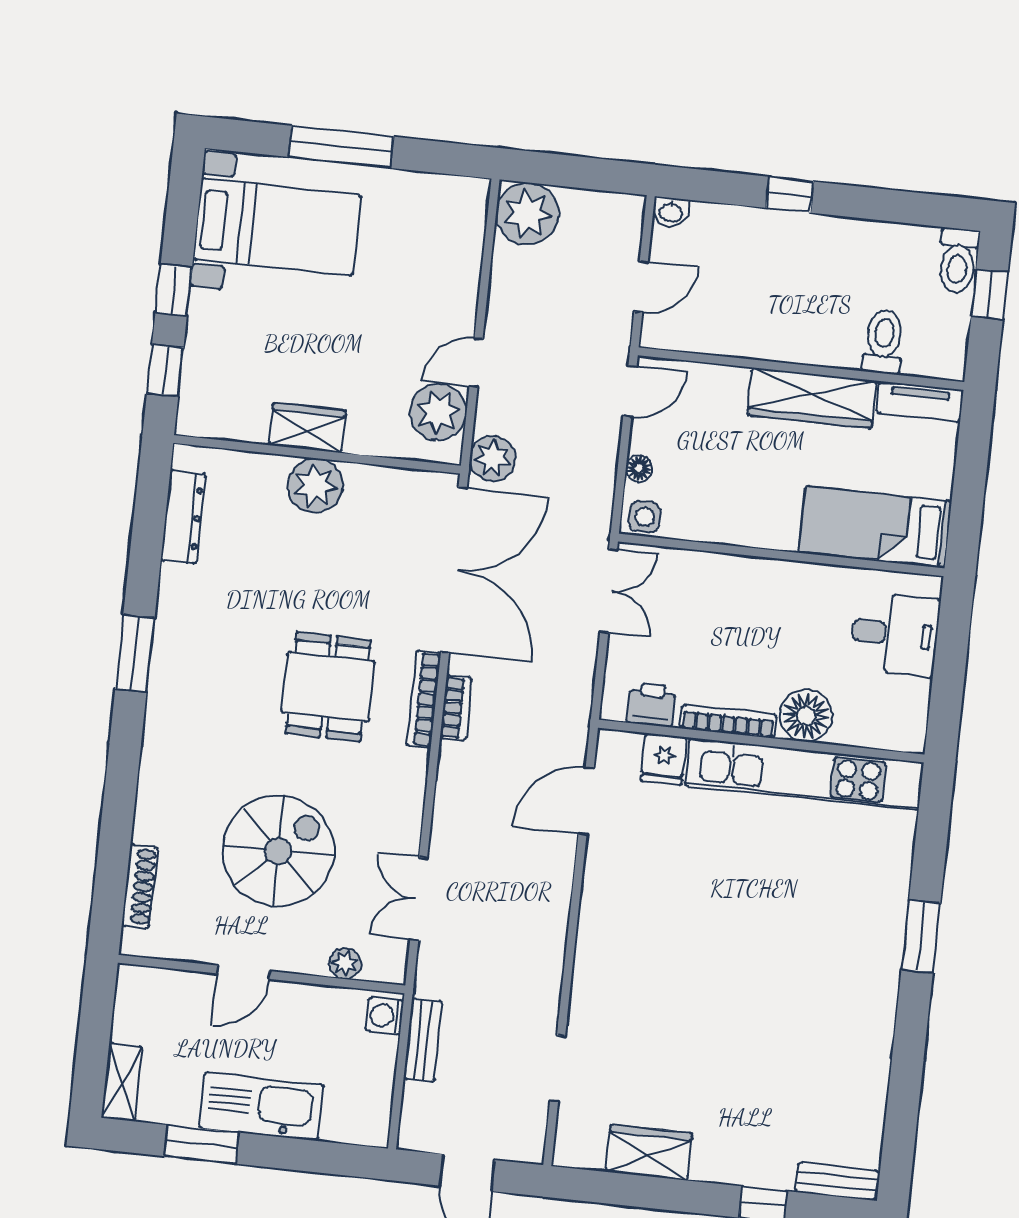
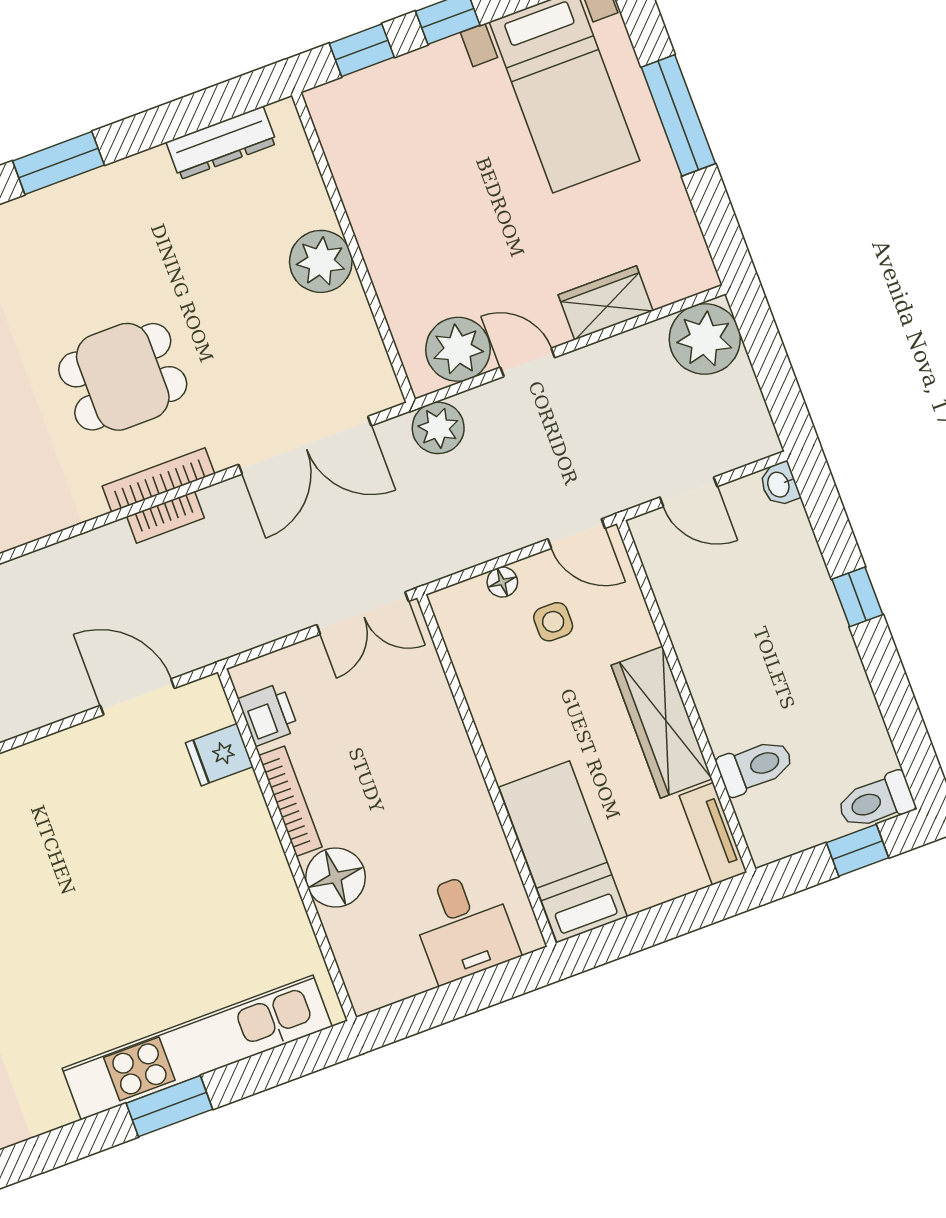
wardrobe: (307, 428) -> (606, 303), moved, turned -90
side table: (645, 517) -> (553, 622), moved
double door: (454, 570) -> (305, 445), width x0.73
kitchen unit: (804, 774) -> (197, 1047), moved, turned 90

